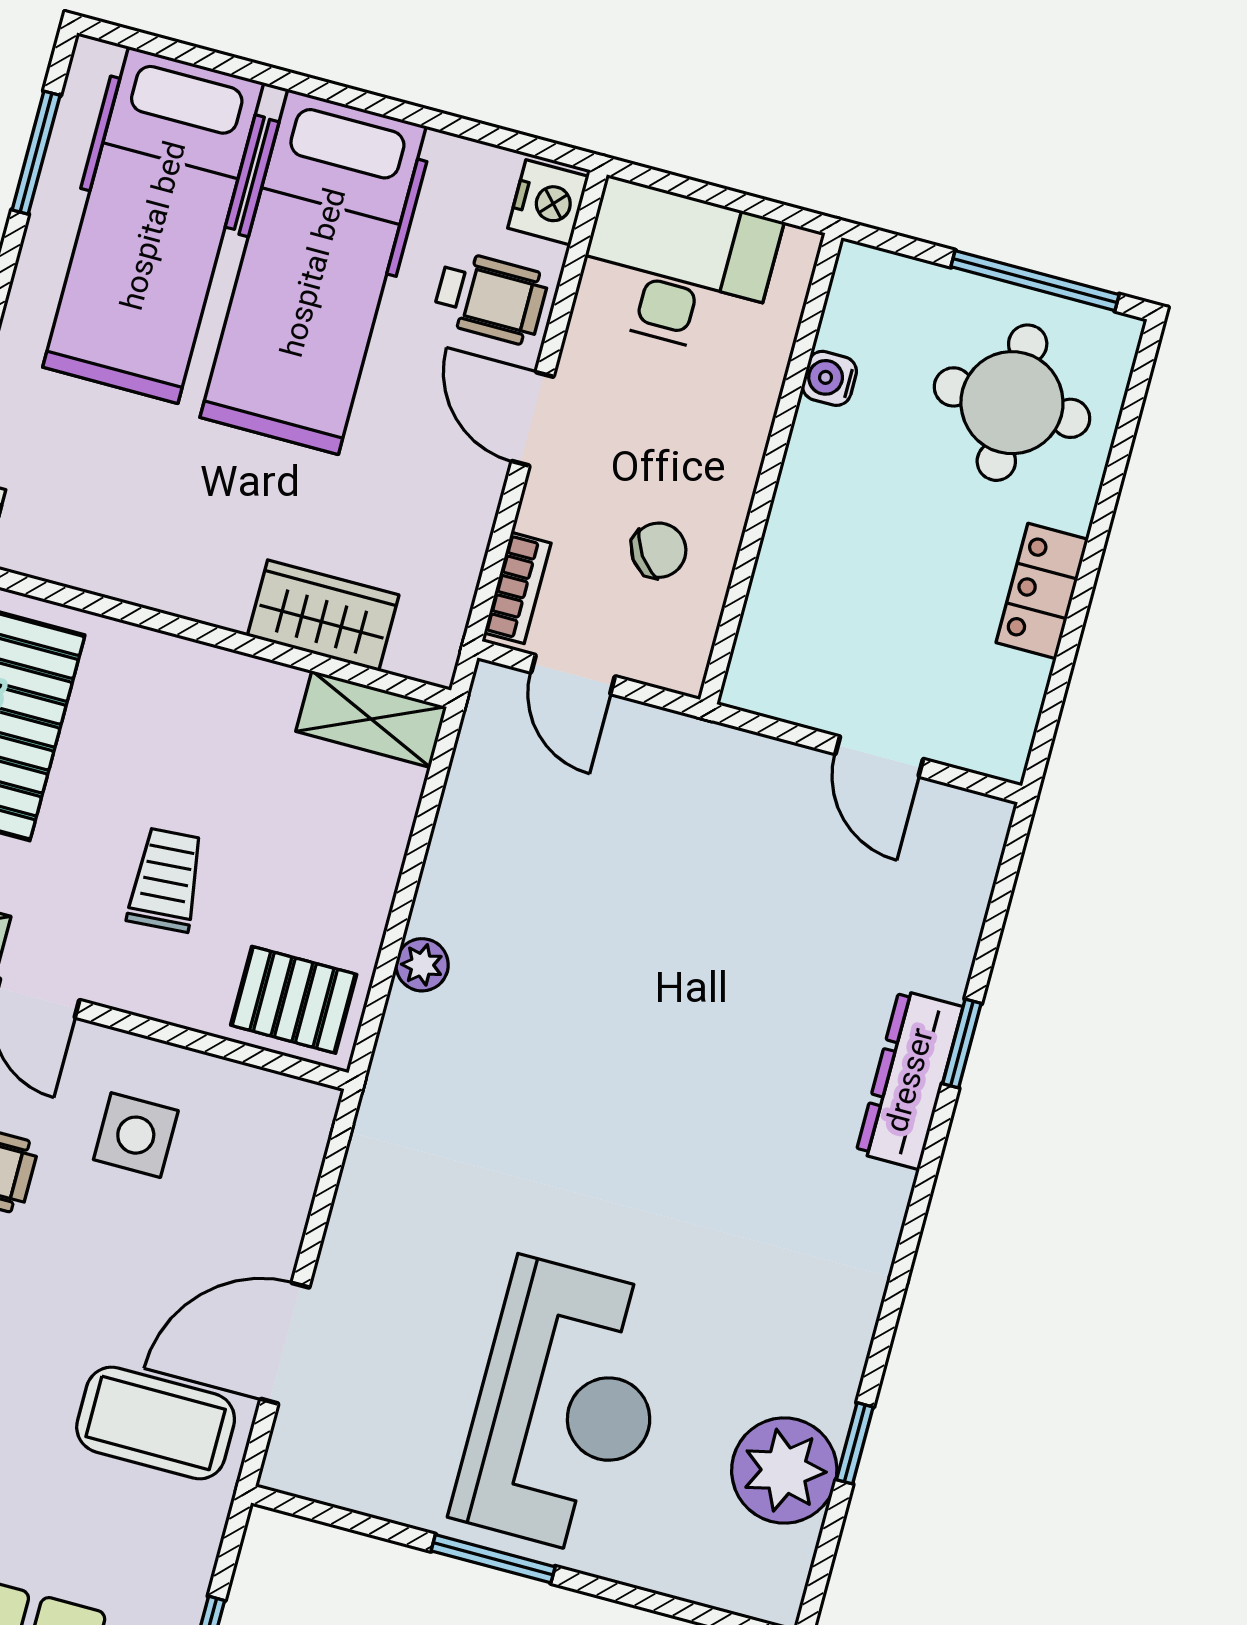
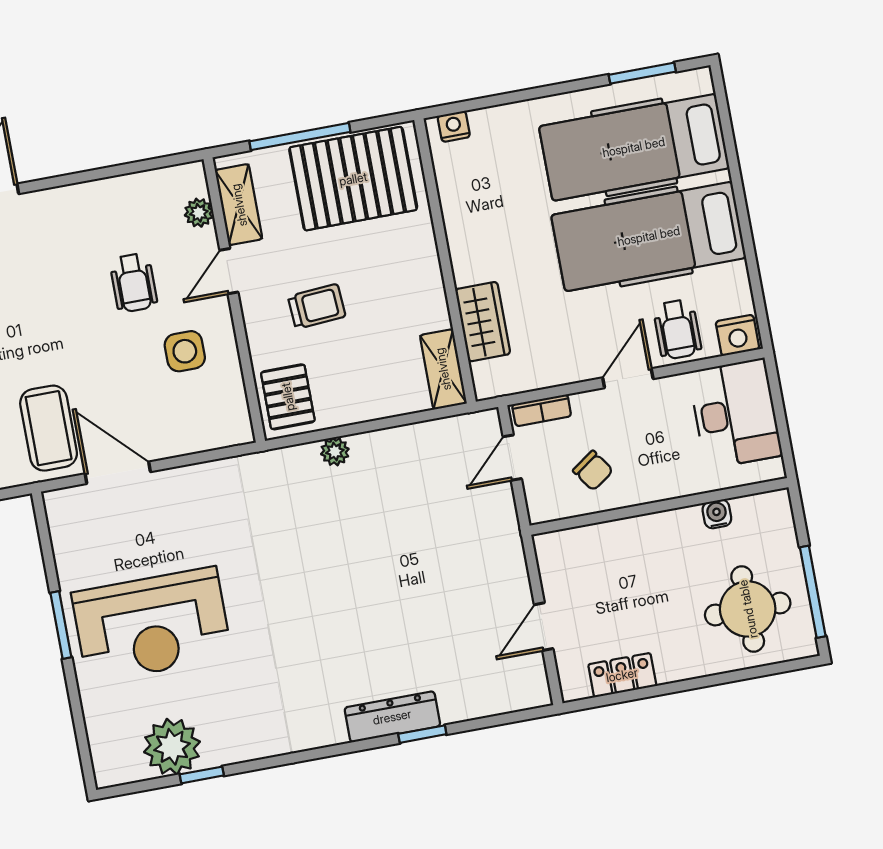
locker: (1042, 591) -> (622, 675), moved

